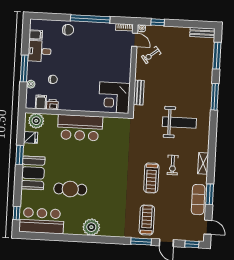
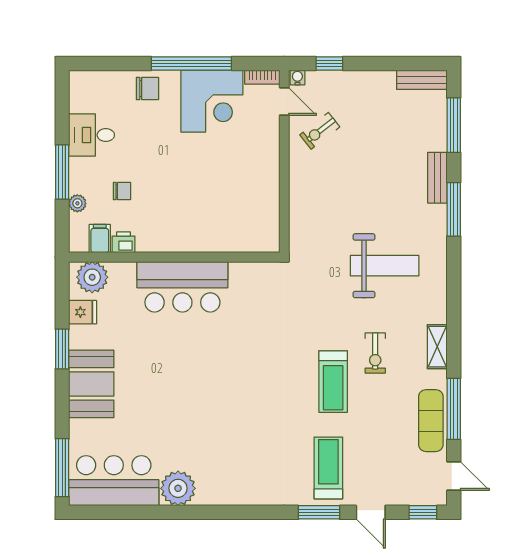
filing cabinet: (36, 35) -> (82, 102), removed
bench: (139, 93) -> (437, 178), moved
corner desk: (114, 98) -> (212, 101), moved, turned -90
cafe table: (70, 189) -> (169, 413), removed
window: (210, 194) -> (454, 409), width x1.44
window: (17, 213) -> (62, 468), width x2.17
plant: (91, 227) -> (178, 488), moved

